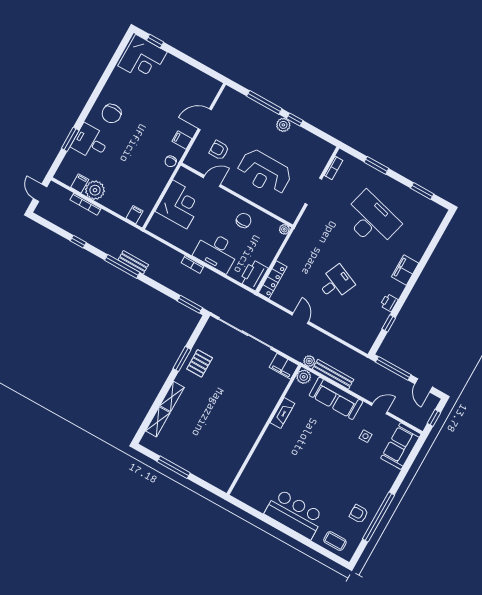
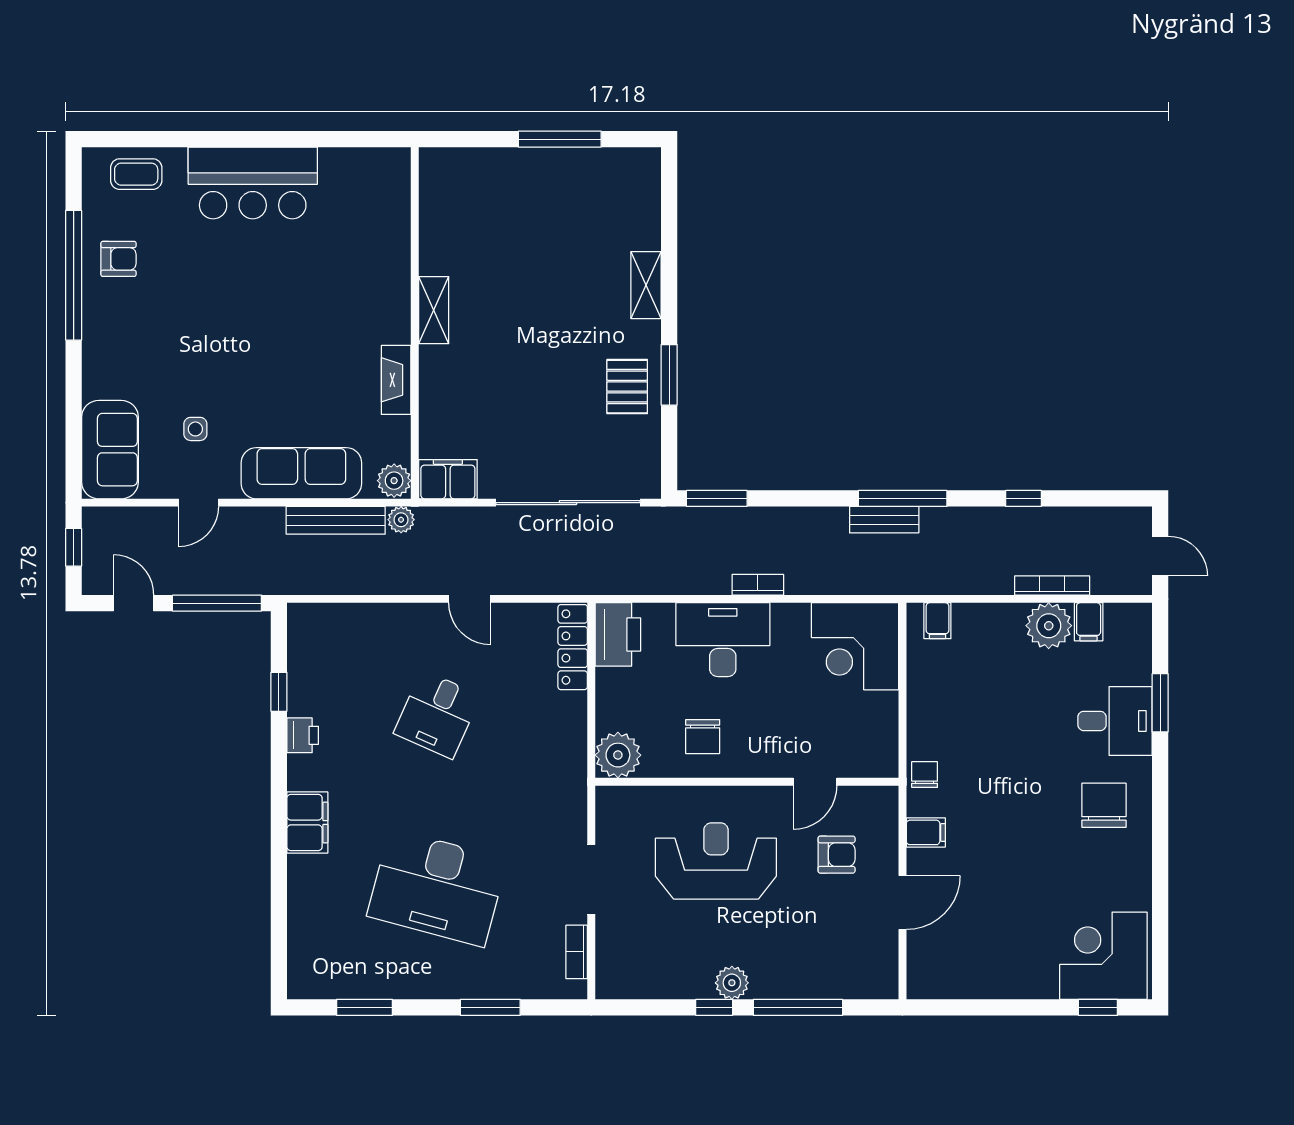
corner desk: (180, 204) -> (855, 646), moved
plant: (284, 229) -> (618, 755), width x1.88, depth x1.88
shelving: (158, 422) -> (434, 310), moved

